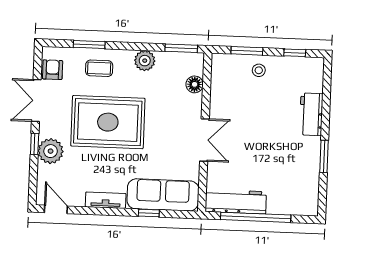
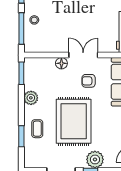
window: (247, 51) -> (21, 29), width x1.44
armchair: (53, 70) -> (89, 81), moved
floor lamp: (195, 84) -> (61, 63), moved

